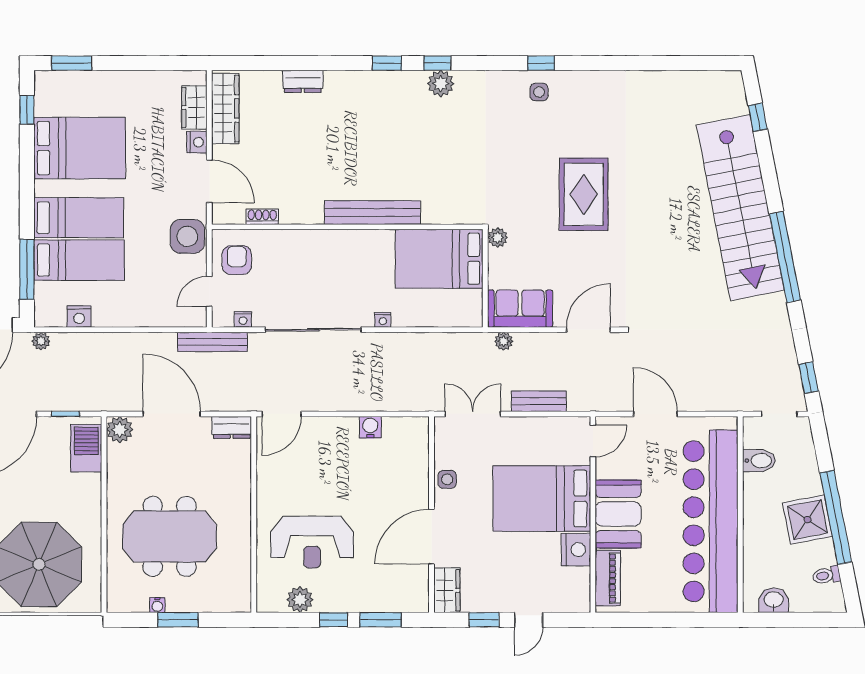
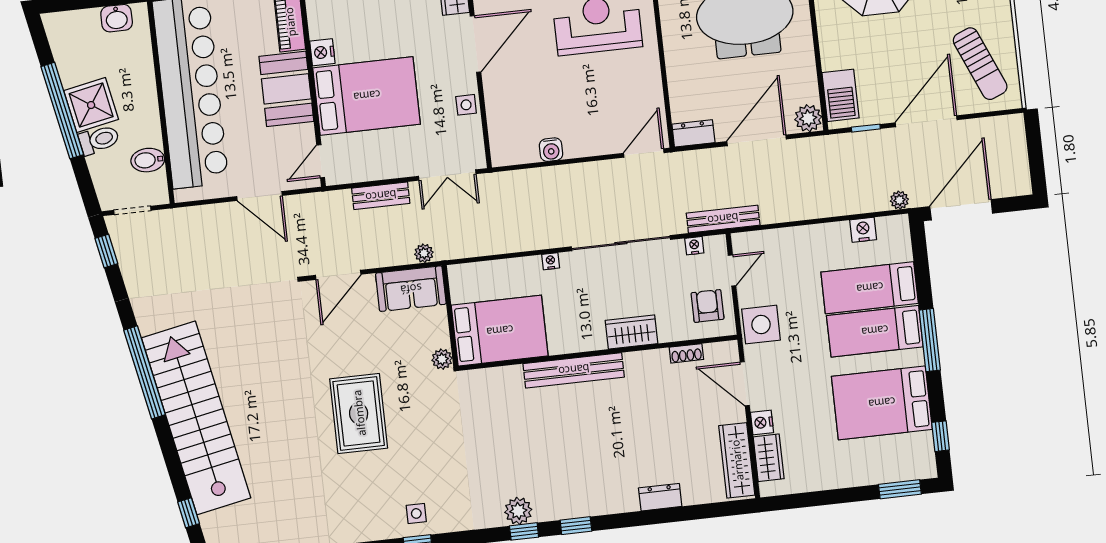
wardrobe: (313, 243) -> (632, 332), added
armchair: (237, 260) -> (707, 306), turned 180
window: (27, 269) -> (930, 340), moved
door: (172, 414) -> (757, 140), swing flipped
nightstand: (576, 550) -> (322, 52), width x0.74, depth x0.75
toilet: (826, 575) -> (99, 140), moved, width x1.37, depth x1.39

